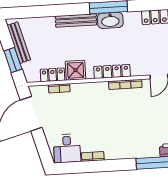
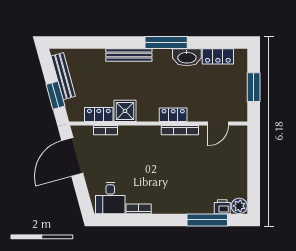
washbasin: (110, 20) -> (187, 57), moved
locker: (112, 71) -> (173, 115), width x0.66

